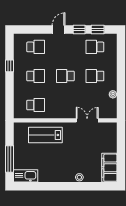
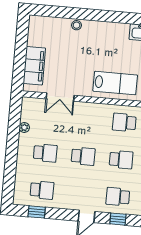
window: (79, 30) -> (118, 219), moved
school desk: (36, 76) -> (121, 160), turned 180
filing cabinet: (109, 168) -> (34, 66), moved

